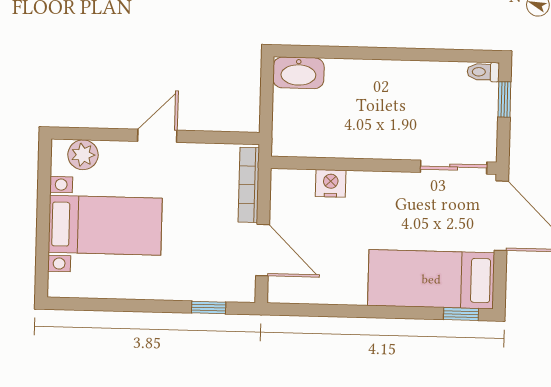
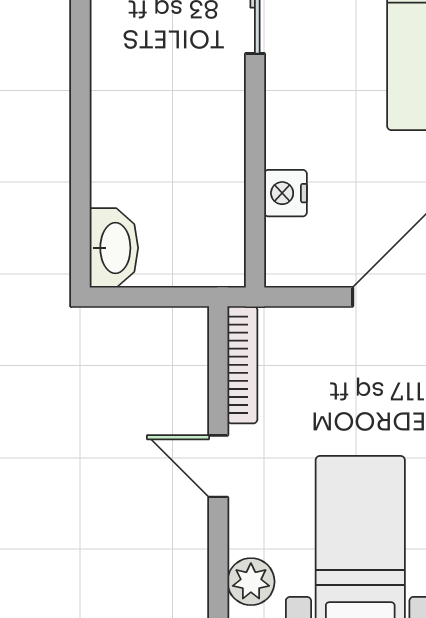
bookcase: (249, 185) -> (242, 365), moved, turned -90

